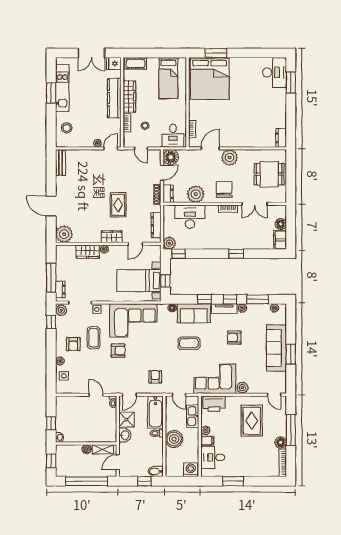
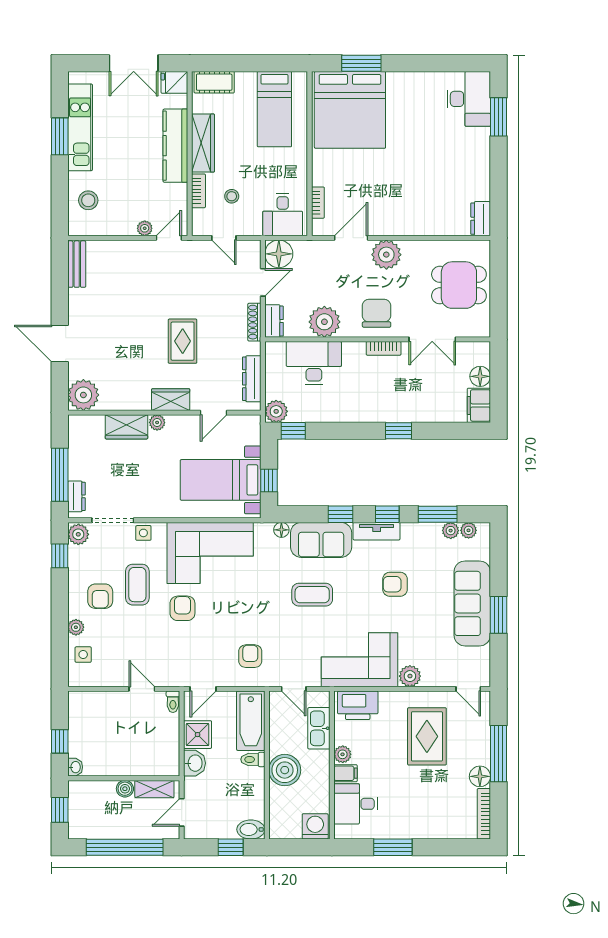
plant: (242, 308) -> (451, 531), moved
armchair: (118, 351) -> (182, 608), turned -90

